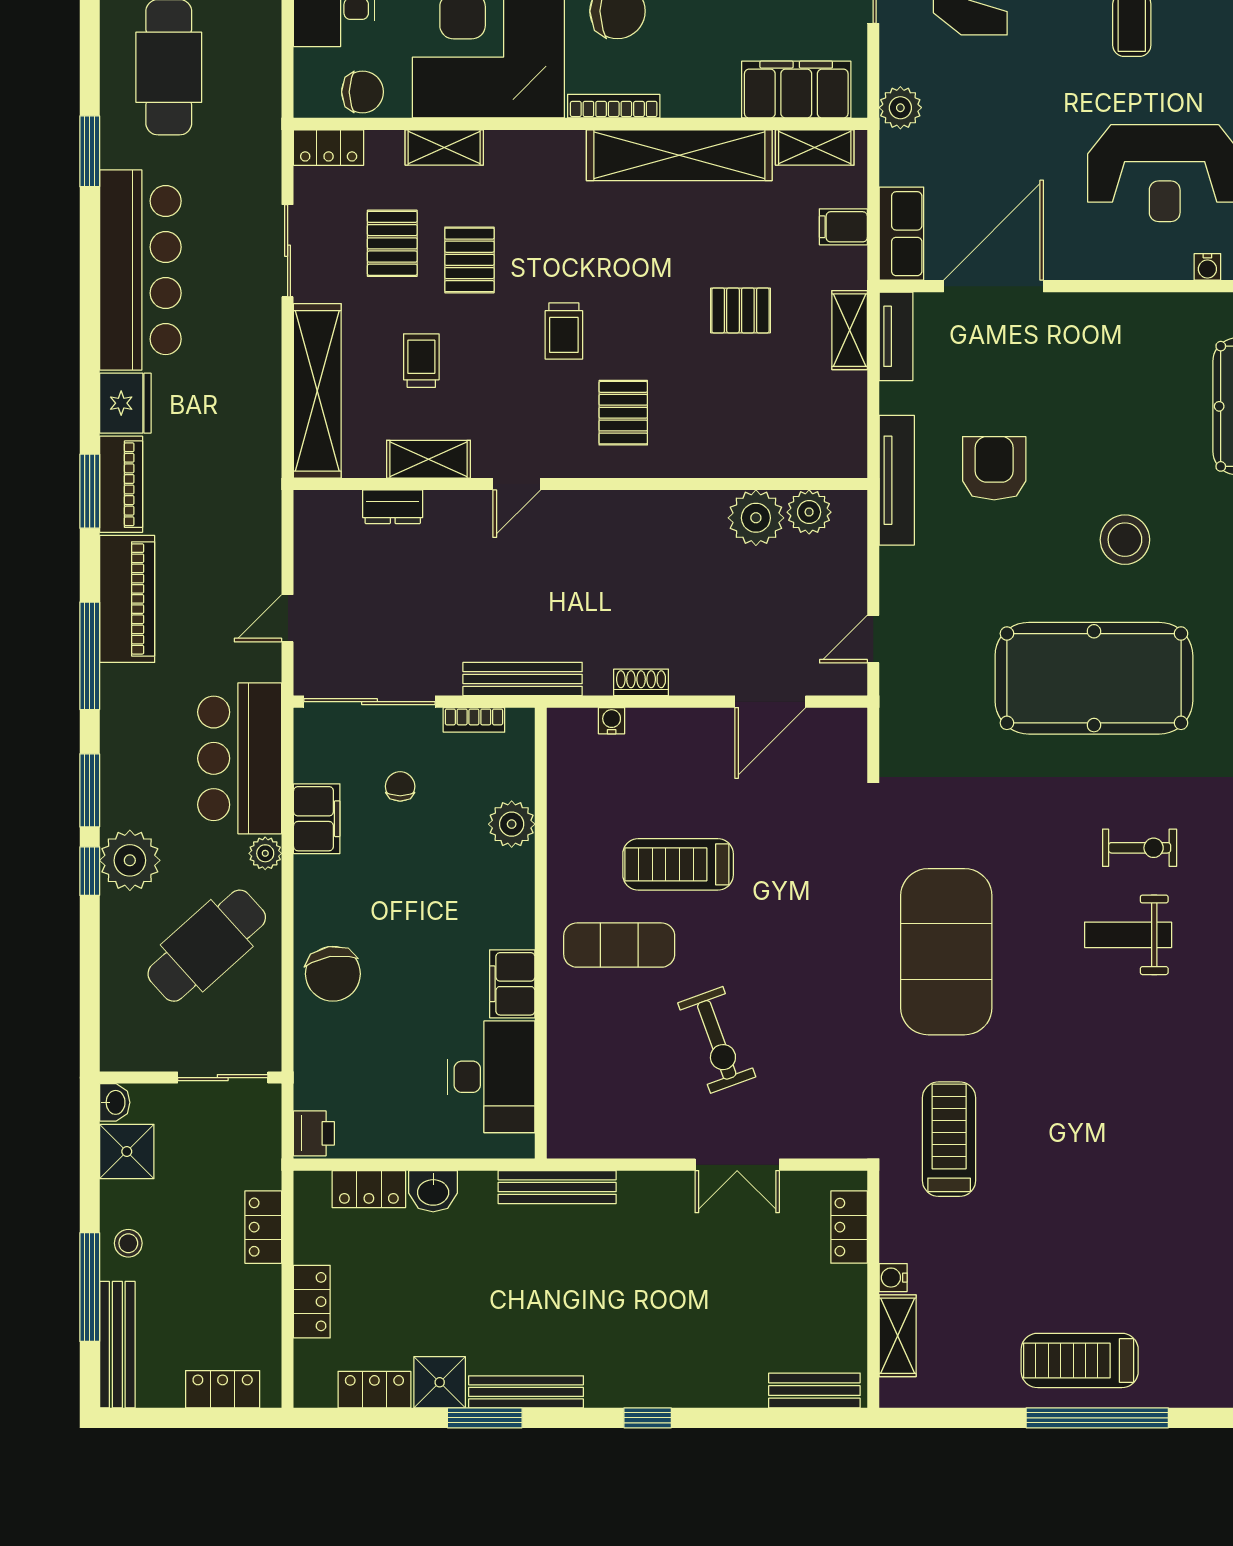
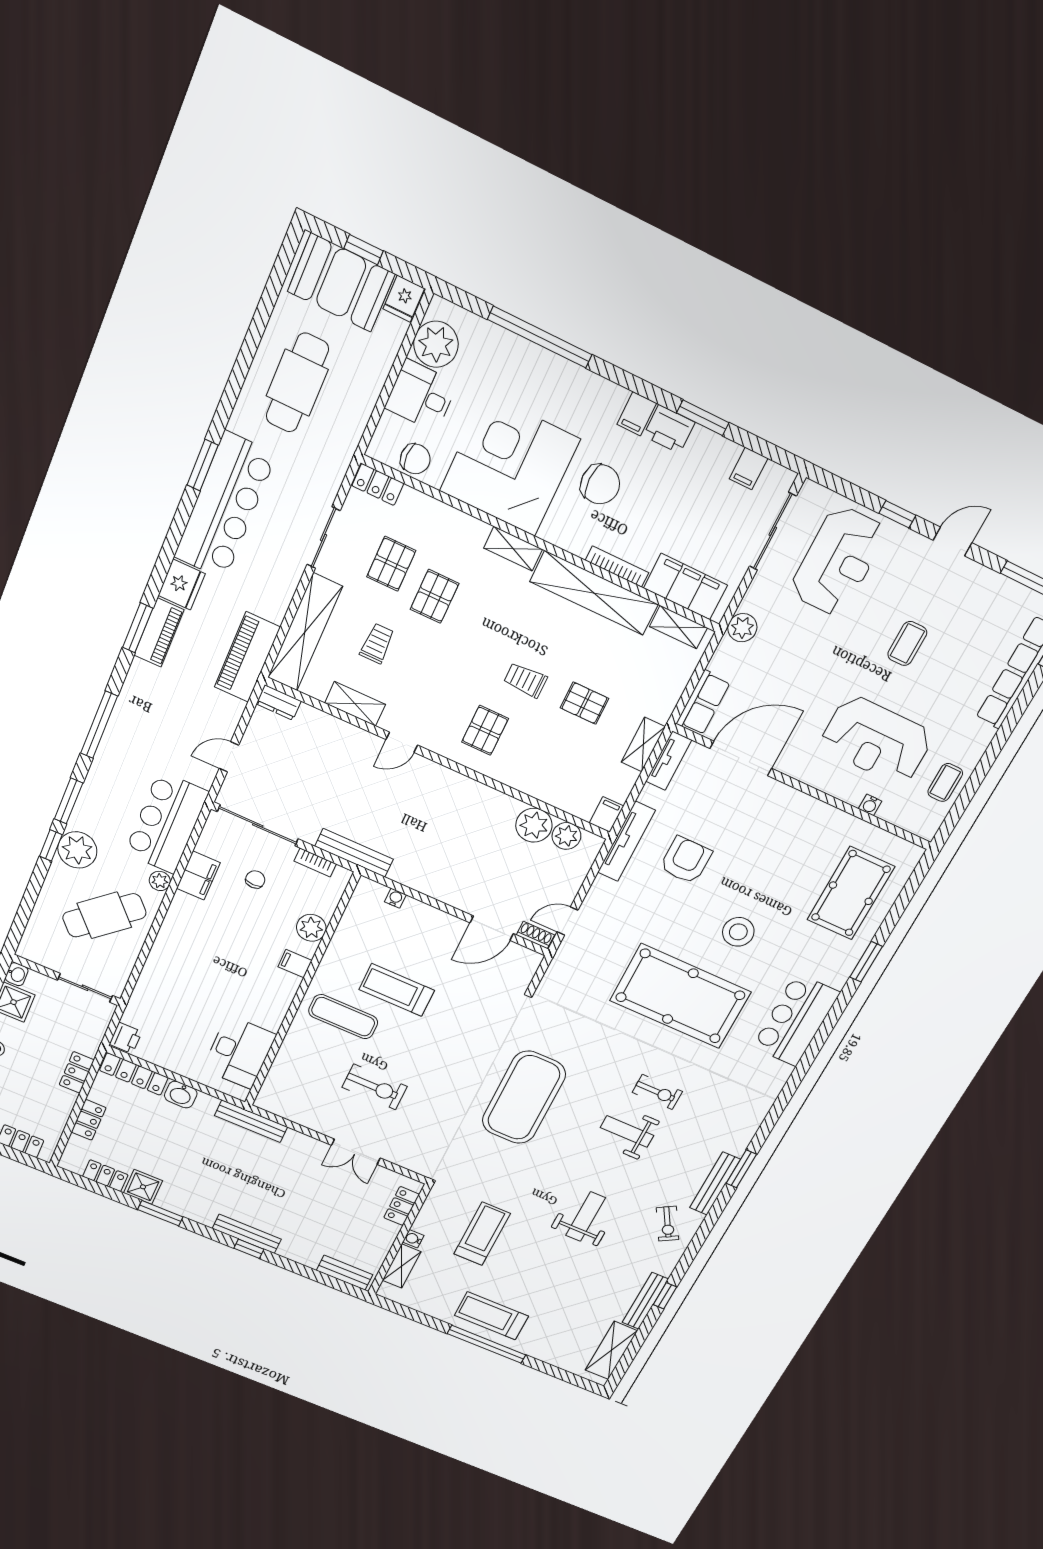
bookcase: (614, 106) -> (617, 566), moved
shelving: (444, 147) -> (513, 549), moved
window: (90, 151) -> (203, 465), moved
filing cabinet: (843, 227) -> (606, 814), moved, turned 90
trolley: (564, 331) -> (525, 680), moved, turned 90
dresser: (393, 507) -> (279, 702), moved
piano: (127, 599) -> (247, 657), moved, turned 180
shoe rack: (641, 682) -> (535, 935), moved
chair: (333, 974) -> (172, 961), removed
filing cabinet: (512, 984) -> (295, 964), moved, width x0.50
exercise bike: (717, 1040) -> (375, 1087), turned -70
weight bench: (1139, 1111) -> (586, 1217), added
treadmill: (949, 1139) -> (482, 1234), moved
locker: (369, 1189) -> (134, 1074), width x1.53
bench: (526, 1392) -> (247, 1234), moved

